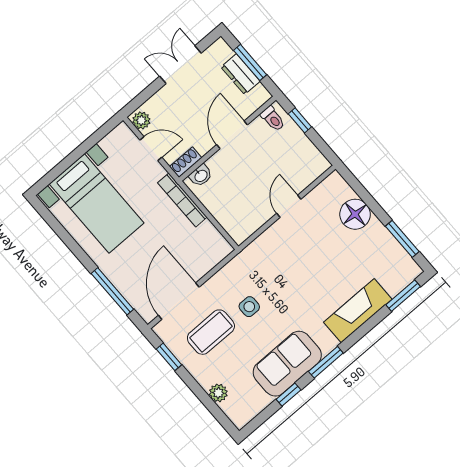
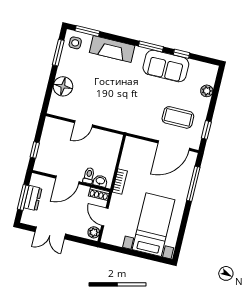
toilet: (273, 119) -> (89, 176), moved
bookcase: (182, 200) -> (120, 182), width x0.64
side table: (249, 307) -> (75, 43), moved

